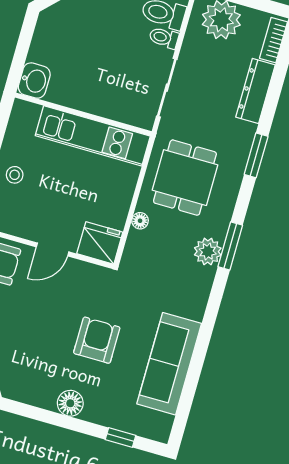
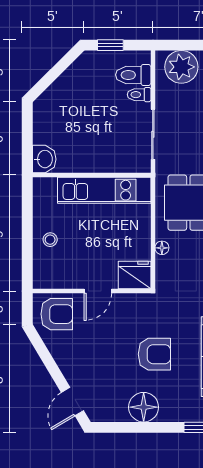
armchair: (97, 340) -> (154, 354), turned 90
floor lamp: (70, 403) -> (144, 407), width x1.38, depth x1.38

